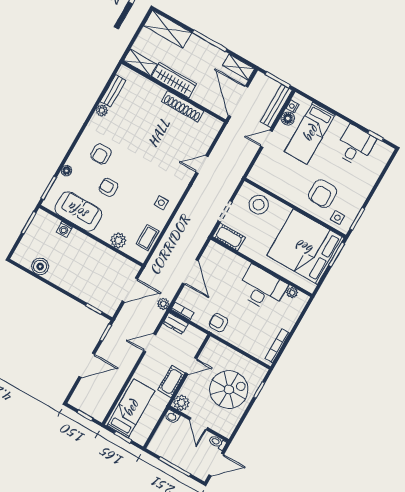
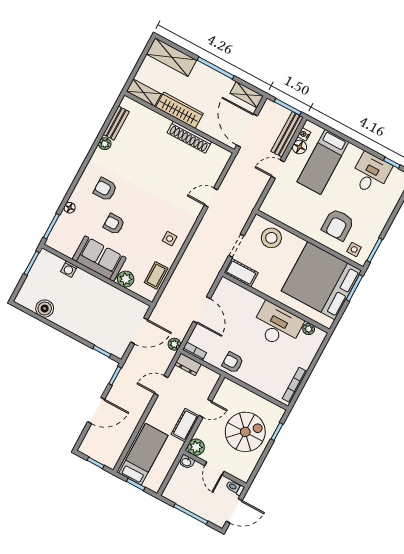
armchair: (101, 154) -> (105, 189), turned 90
sofa: (78, 211) -> (99, 259), moved

